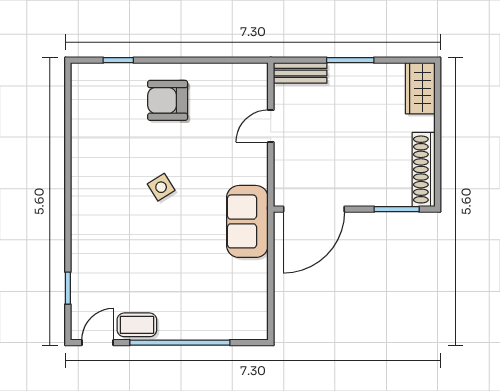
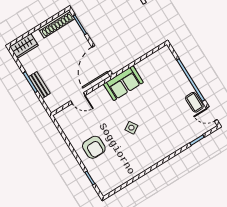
bench: (300, 73) -> (39, 85), moved
door: (314, 209) -> (101, 59), swing flipped

